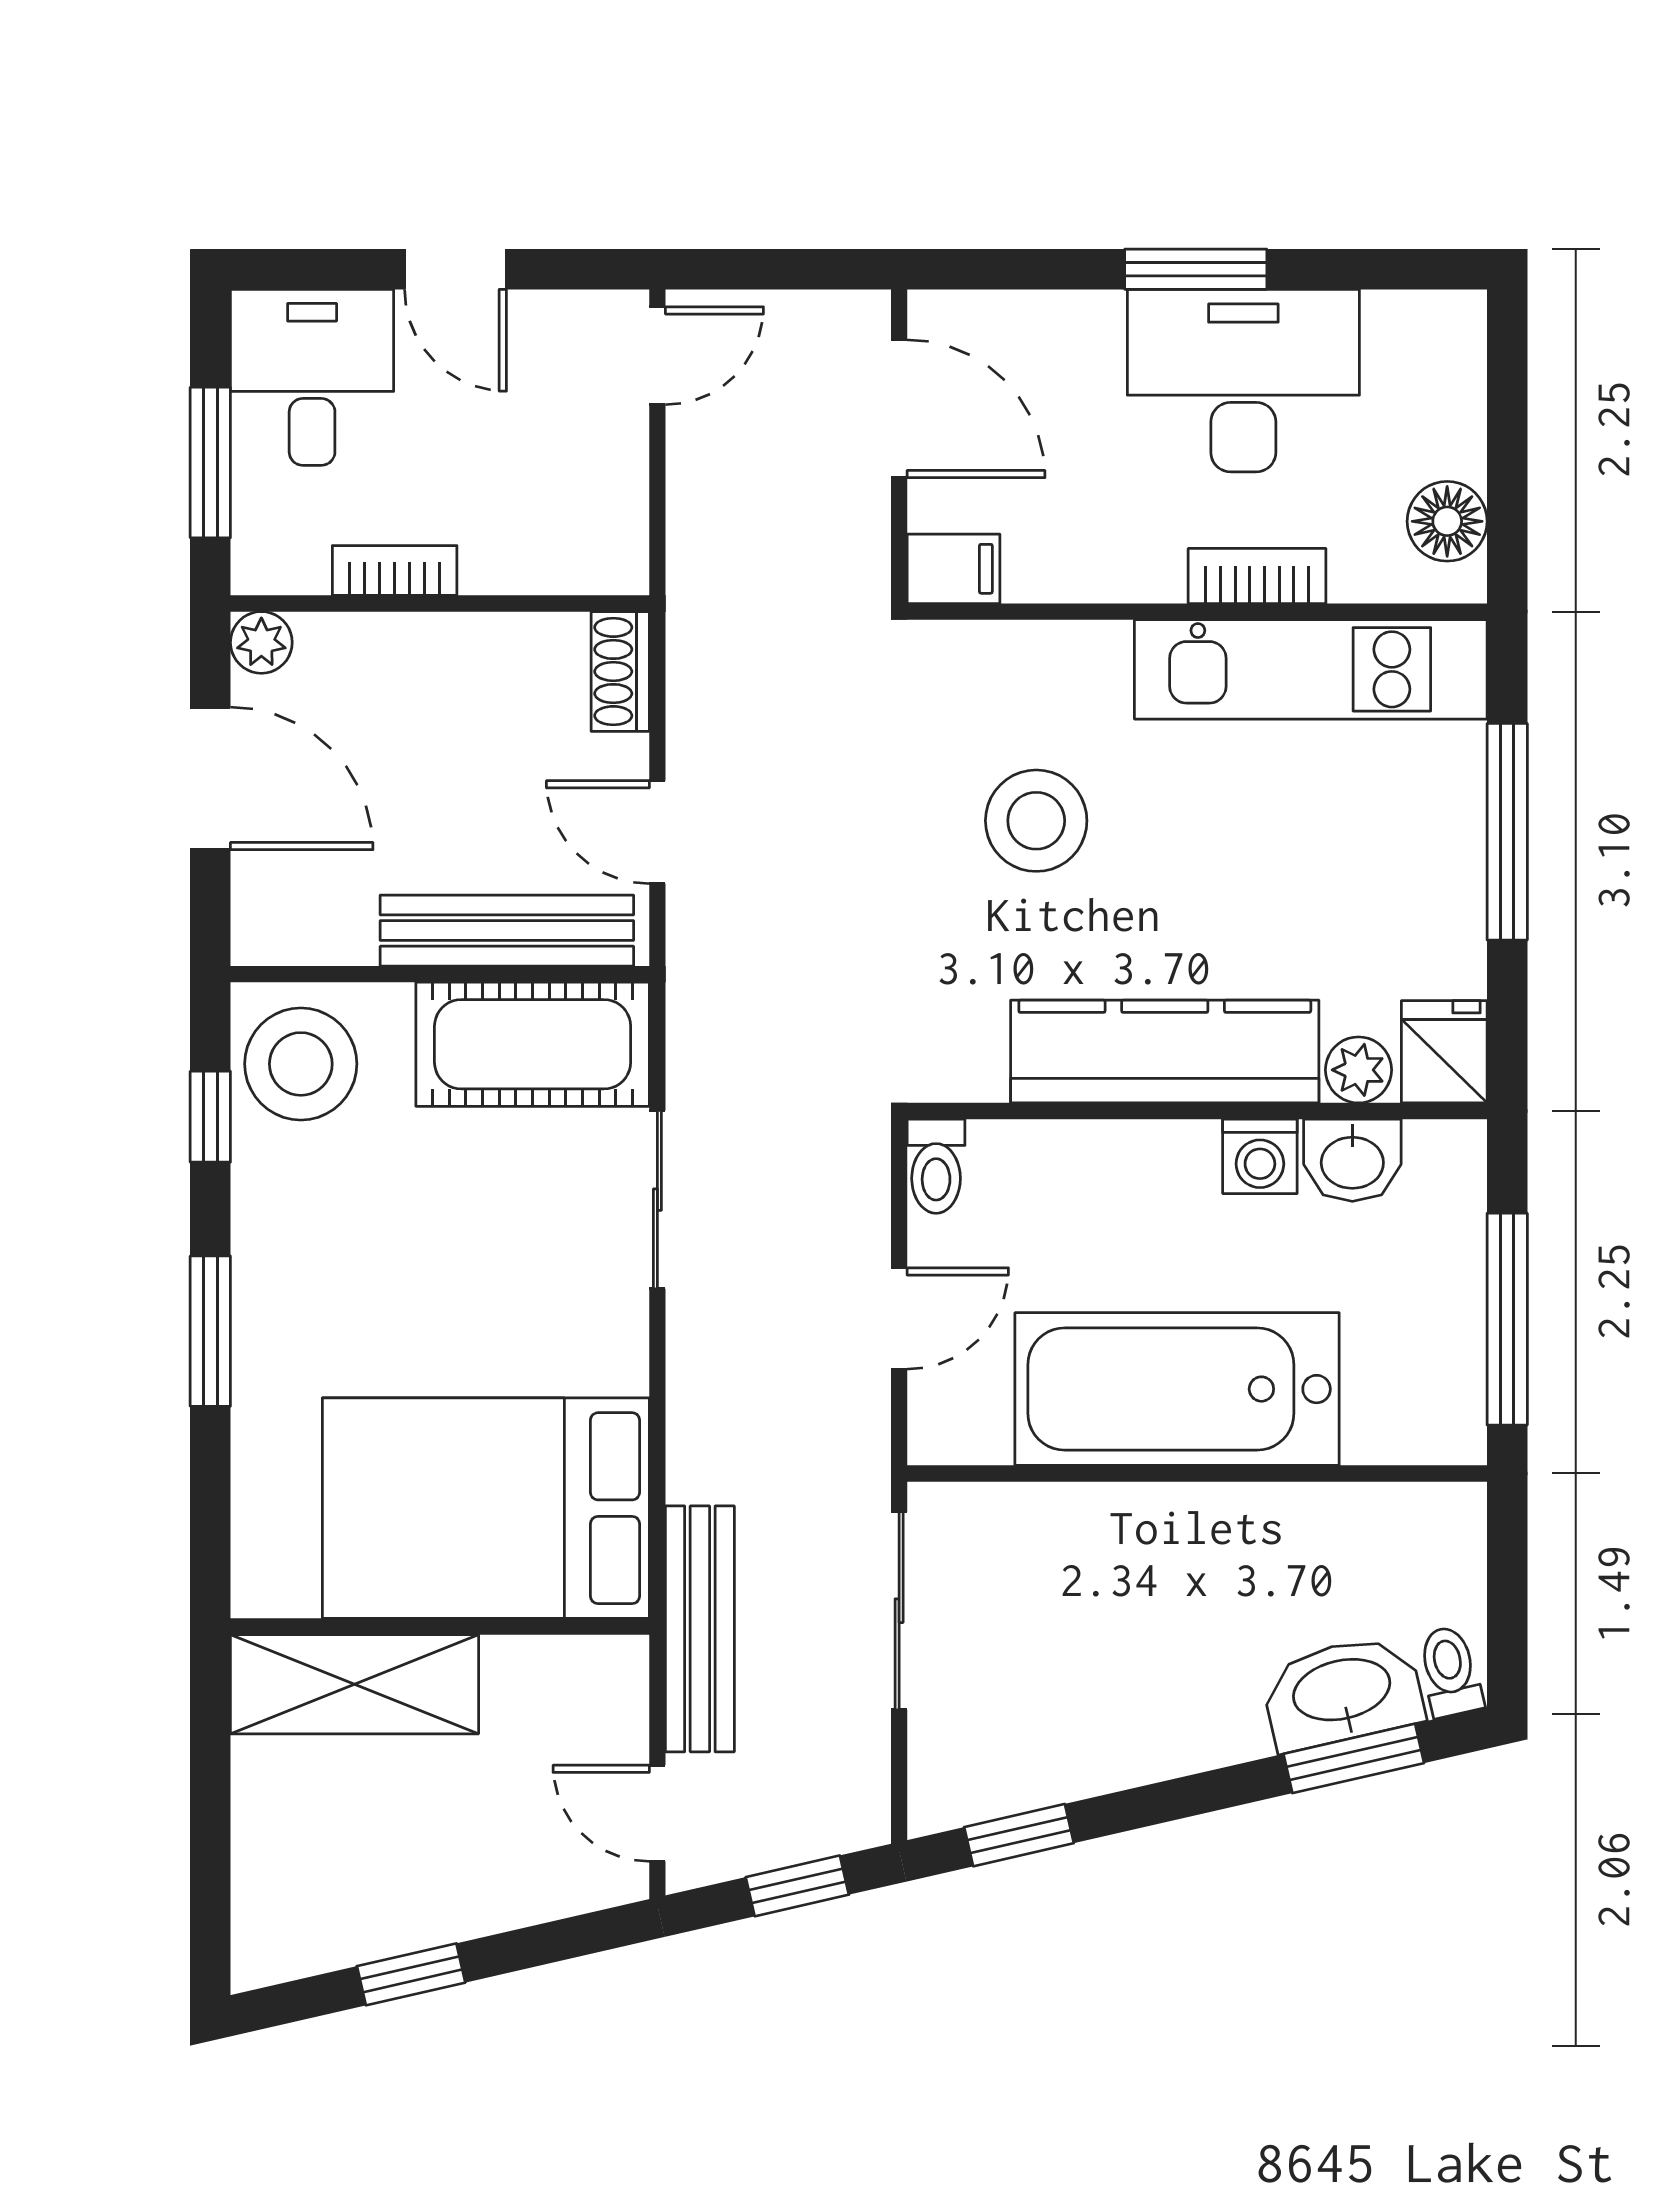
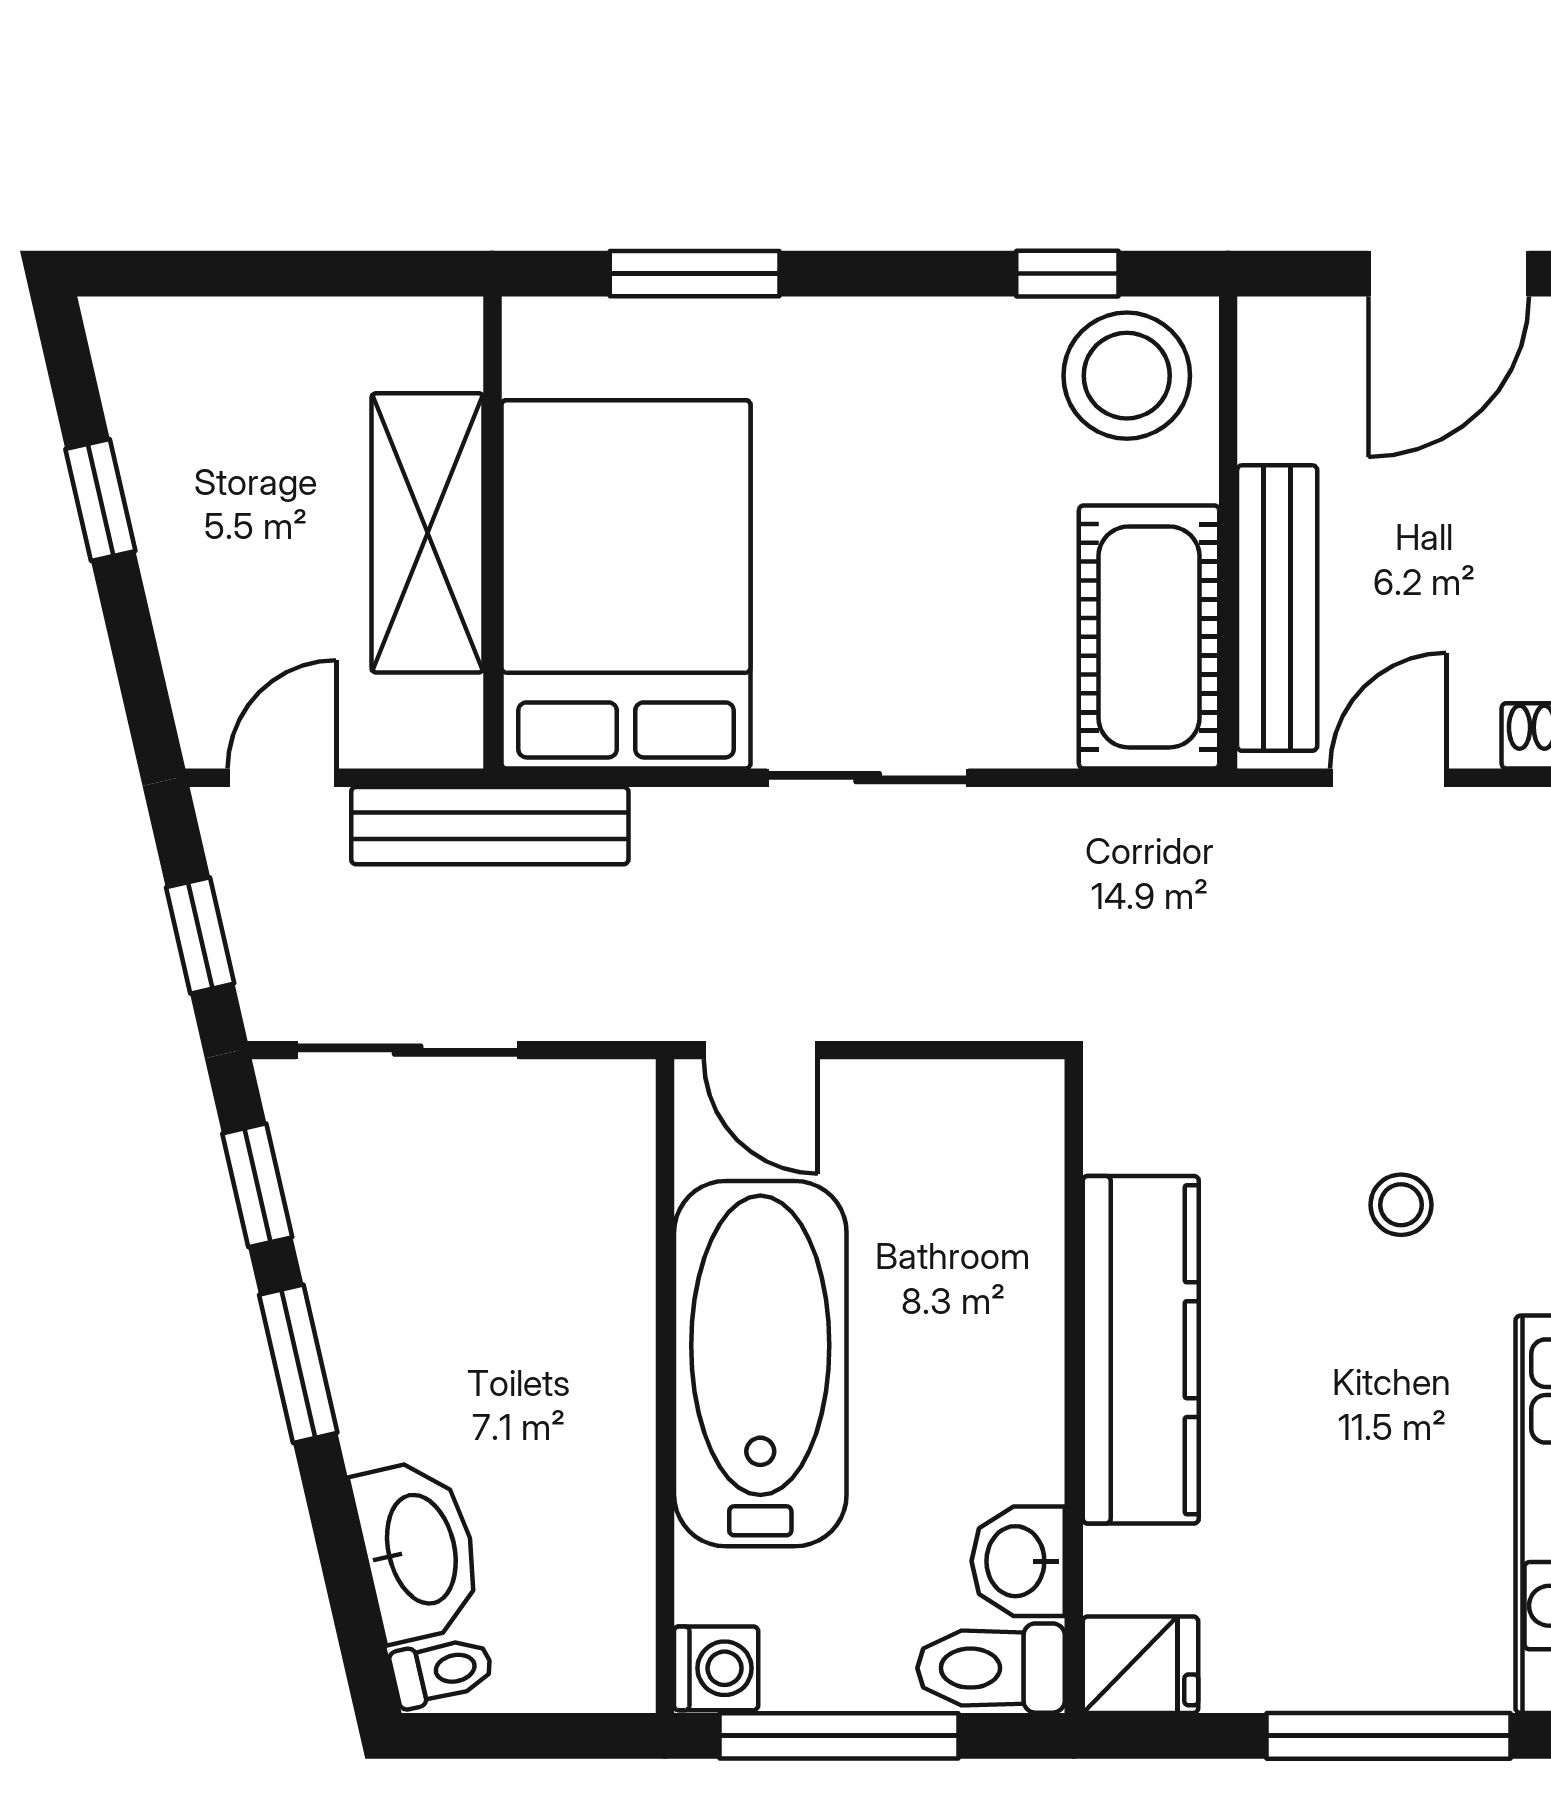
stool: (1036, 821) -> (1401, 1205), width x0.53, depth x0.53
plant: (1358, 1070) -> (1120, 1568), removed
washing machine: (1260, 1156) -> (716, 1668), moved, turned 180
toilet: (936, 1166) -> (991, 1668), moved, width x1.37, depth x1.39
sliding door: (657, 1200) -> (868, 778), moved
door: (899, 1319) -> (761, 1050), moved
window: (210, 1331) -> (695, 274), moved
sliding door: (899, 1611) -> (408, 1050), moved
shelving: (355, 1684) -> (427, 533), moved
window: (1354, 1758) -> (298, 1364), moved

